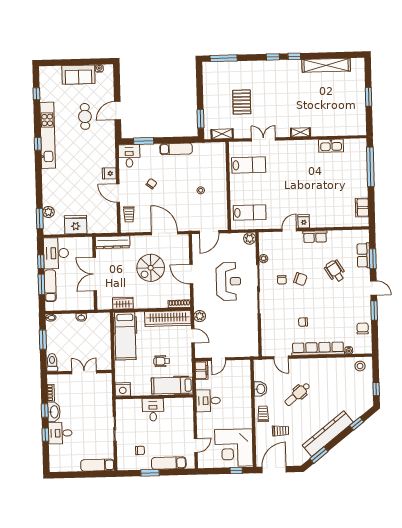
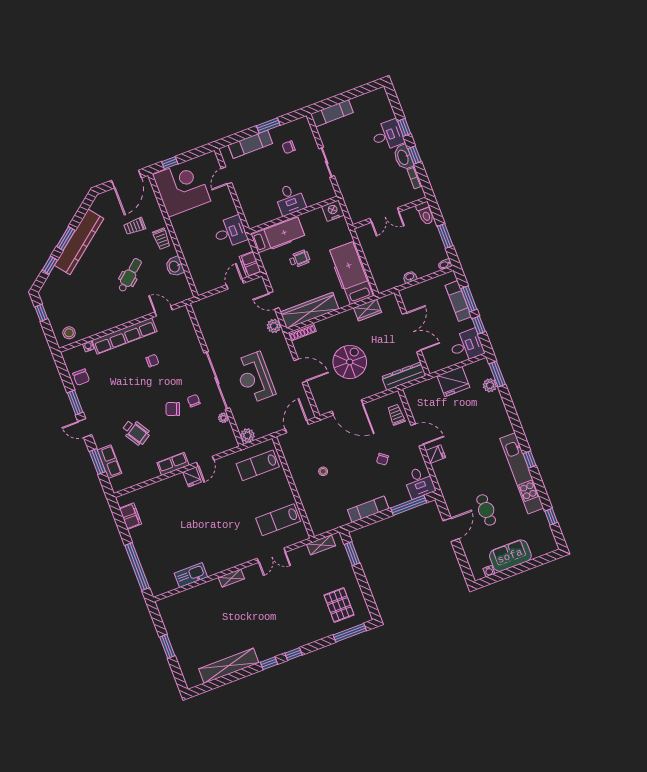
pallet: (242, 102) -> (339, 605), moved
window: (144, 141) -> (409, 505), width x1.44
desk: (56, 253) -> (466, 346), width x0.73
window: (319, 455) -> (66, 238), moved

